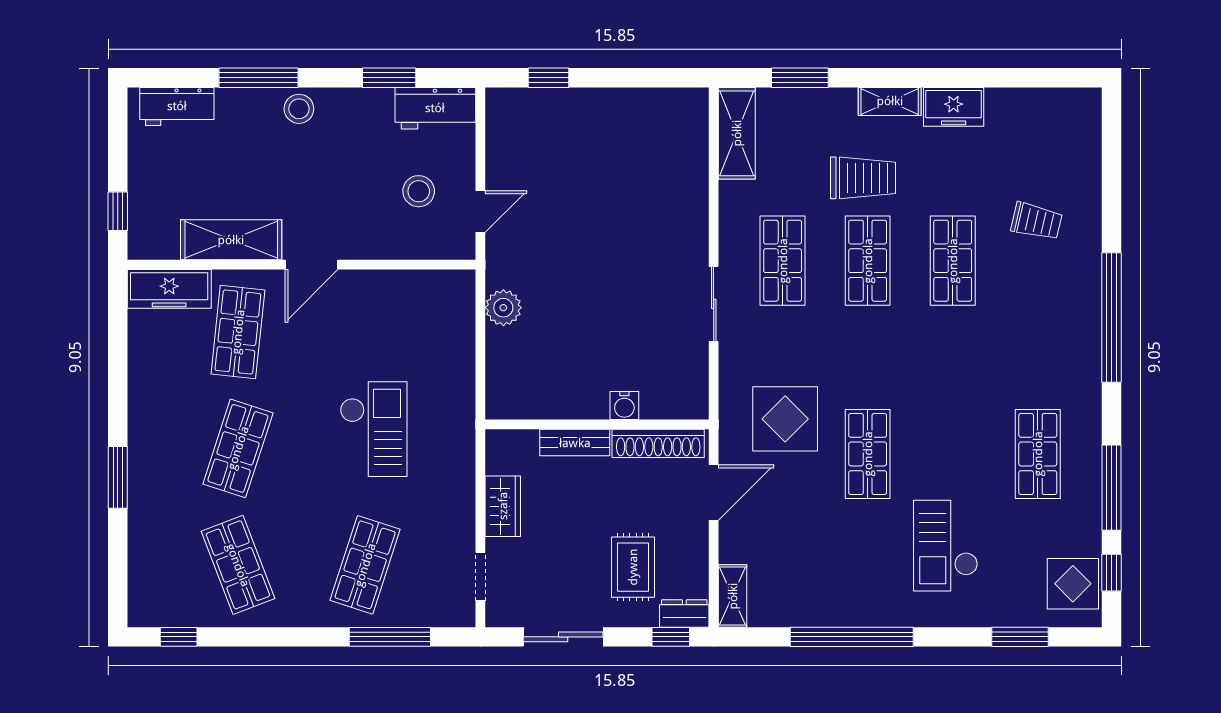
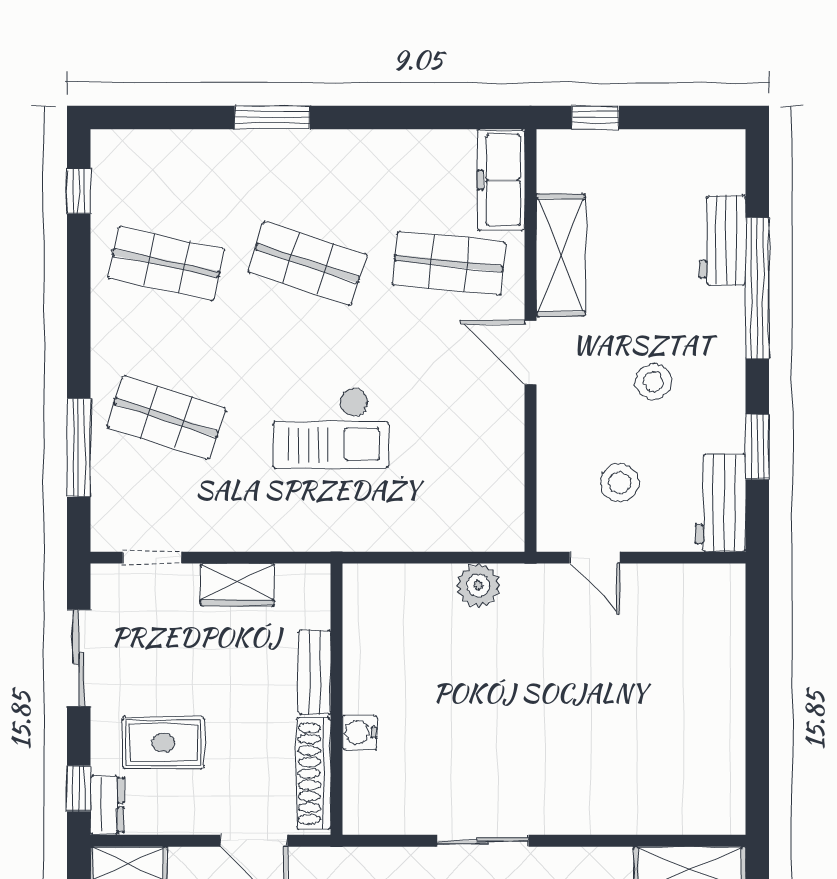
window: (259, 78) -> (757, 288), width x1.46
window: (548, 78) -> (757, 640), removed
workbench: (177, 106) -> (722, 241), moved
stool: (299, 109) -> (653, 382), moved
shop shelf: (238, 565) -> (166, 263), turned 33

